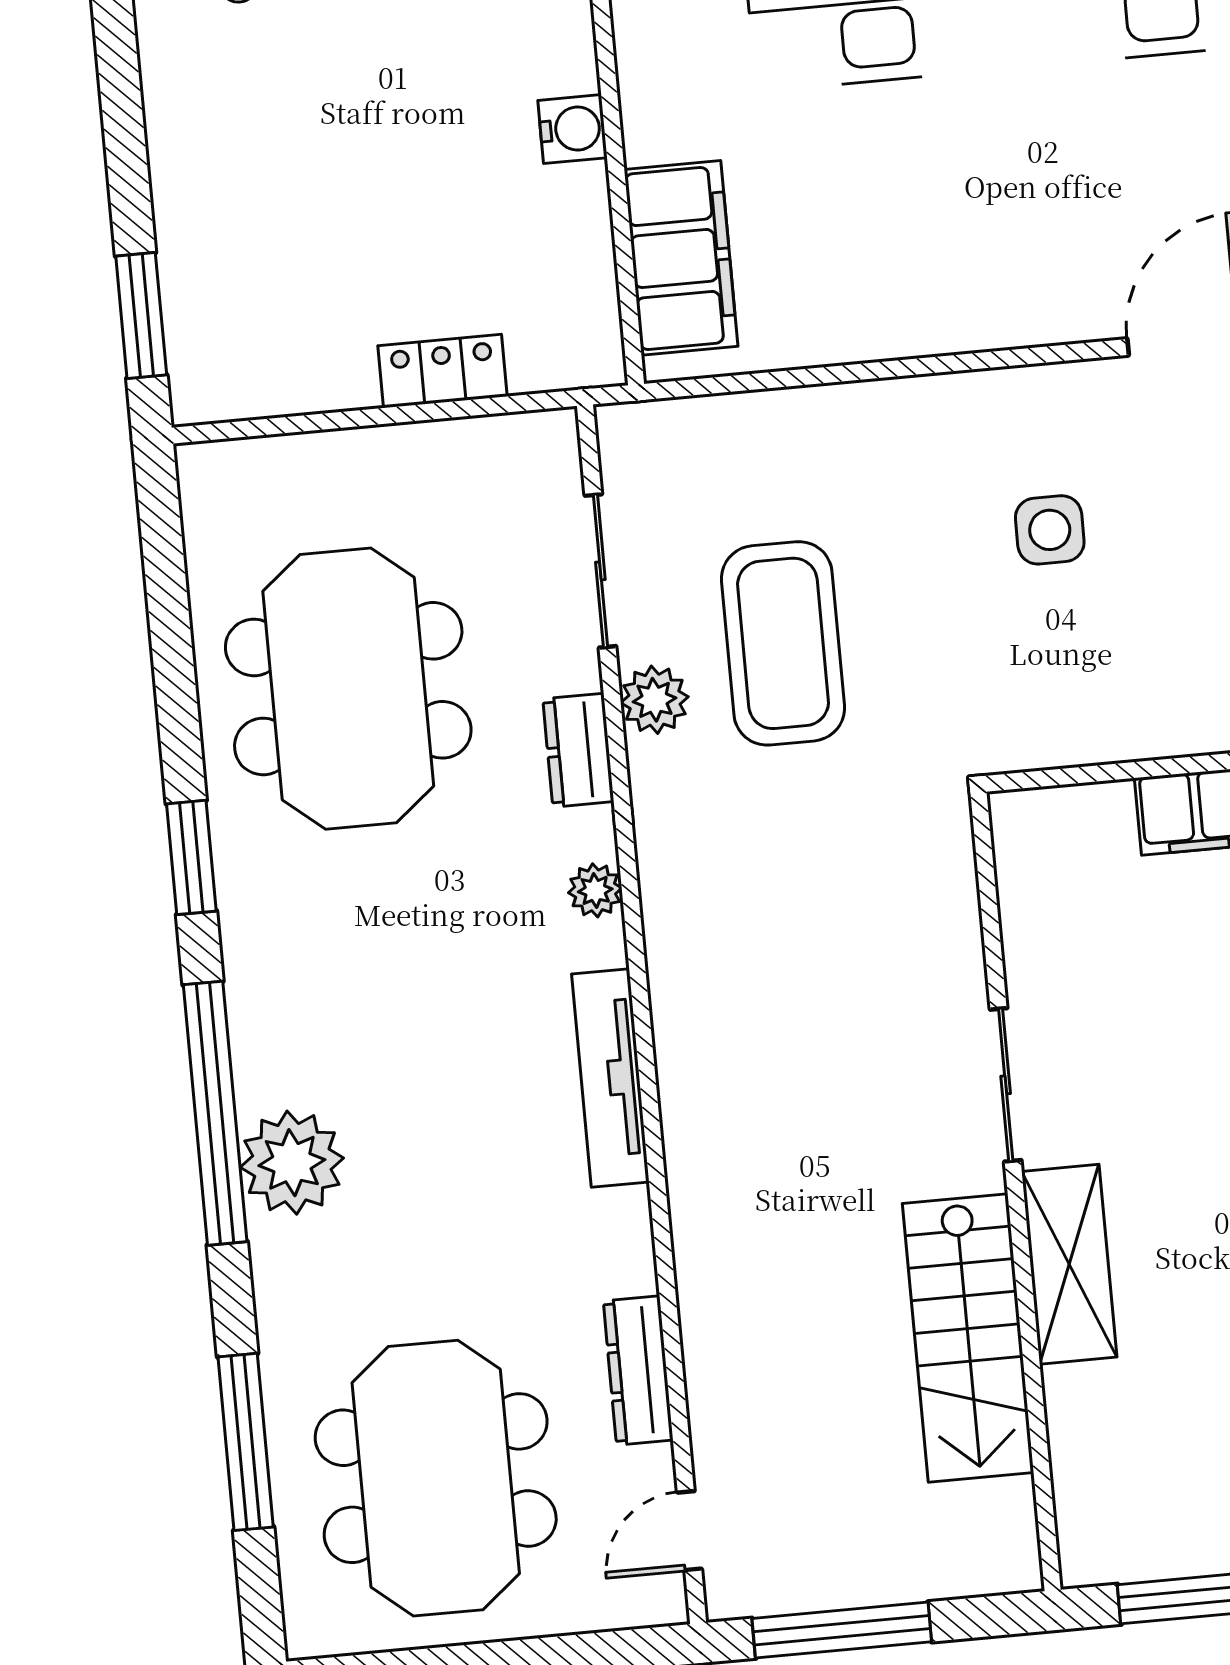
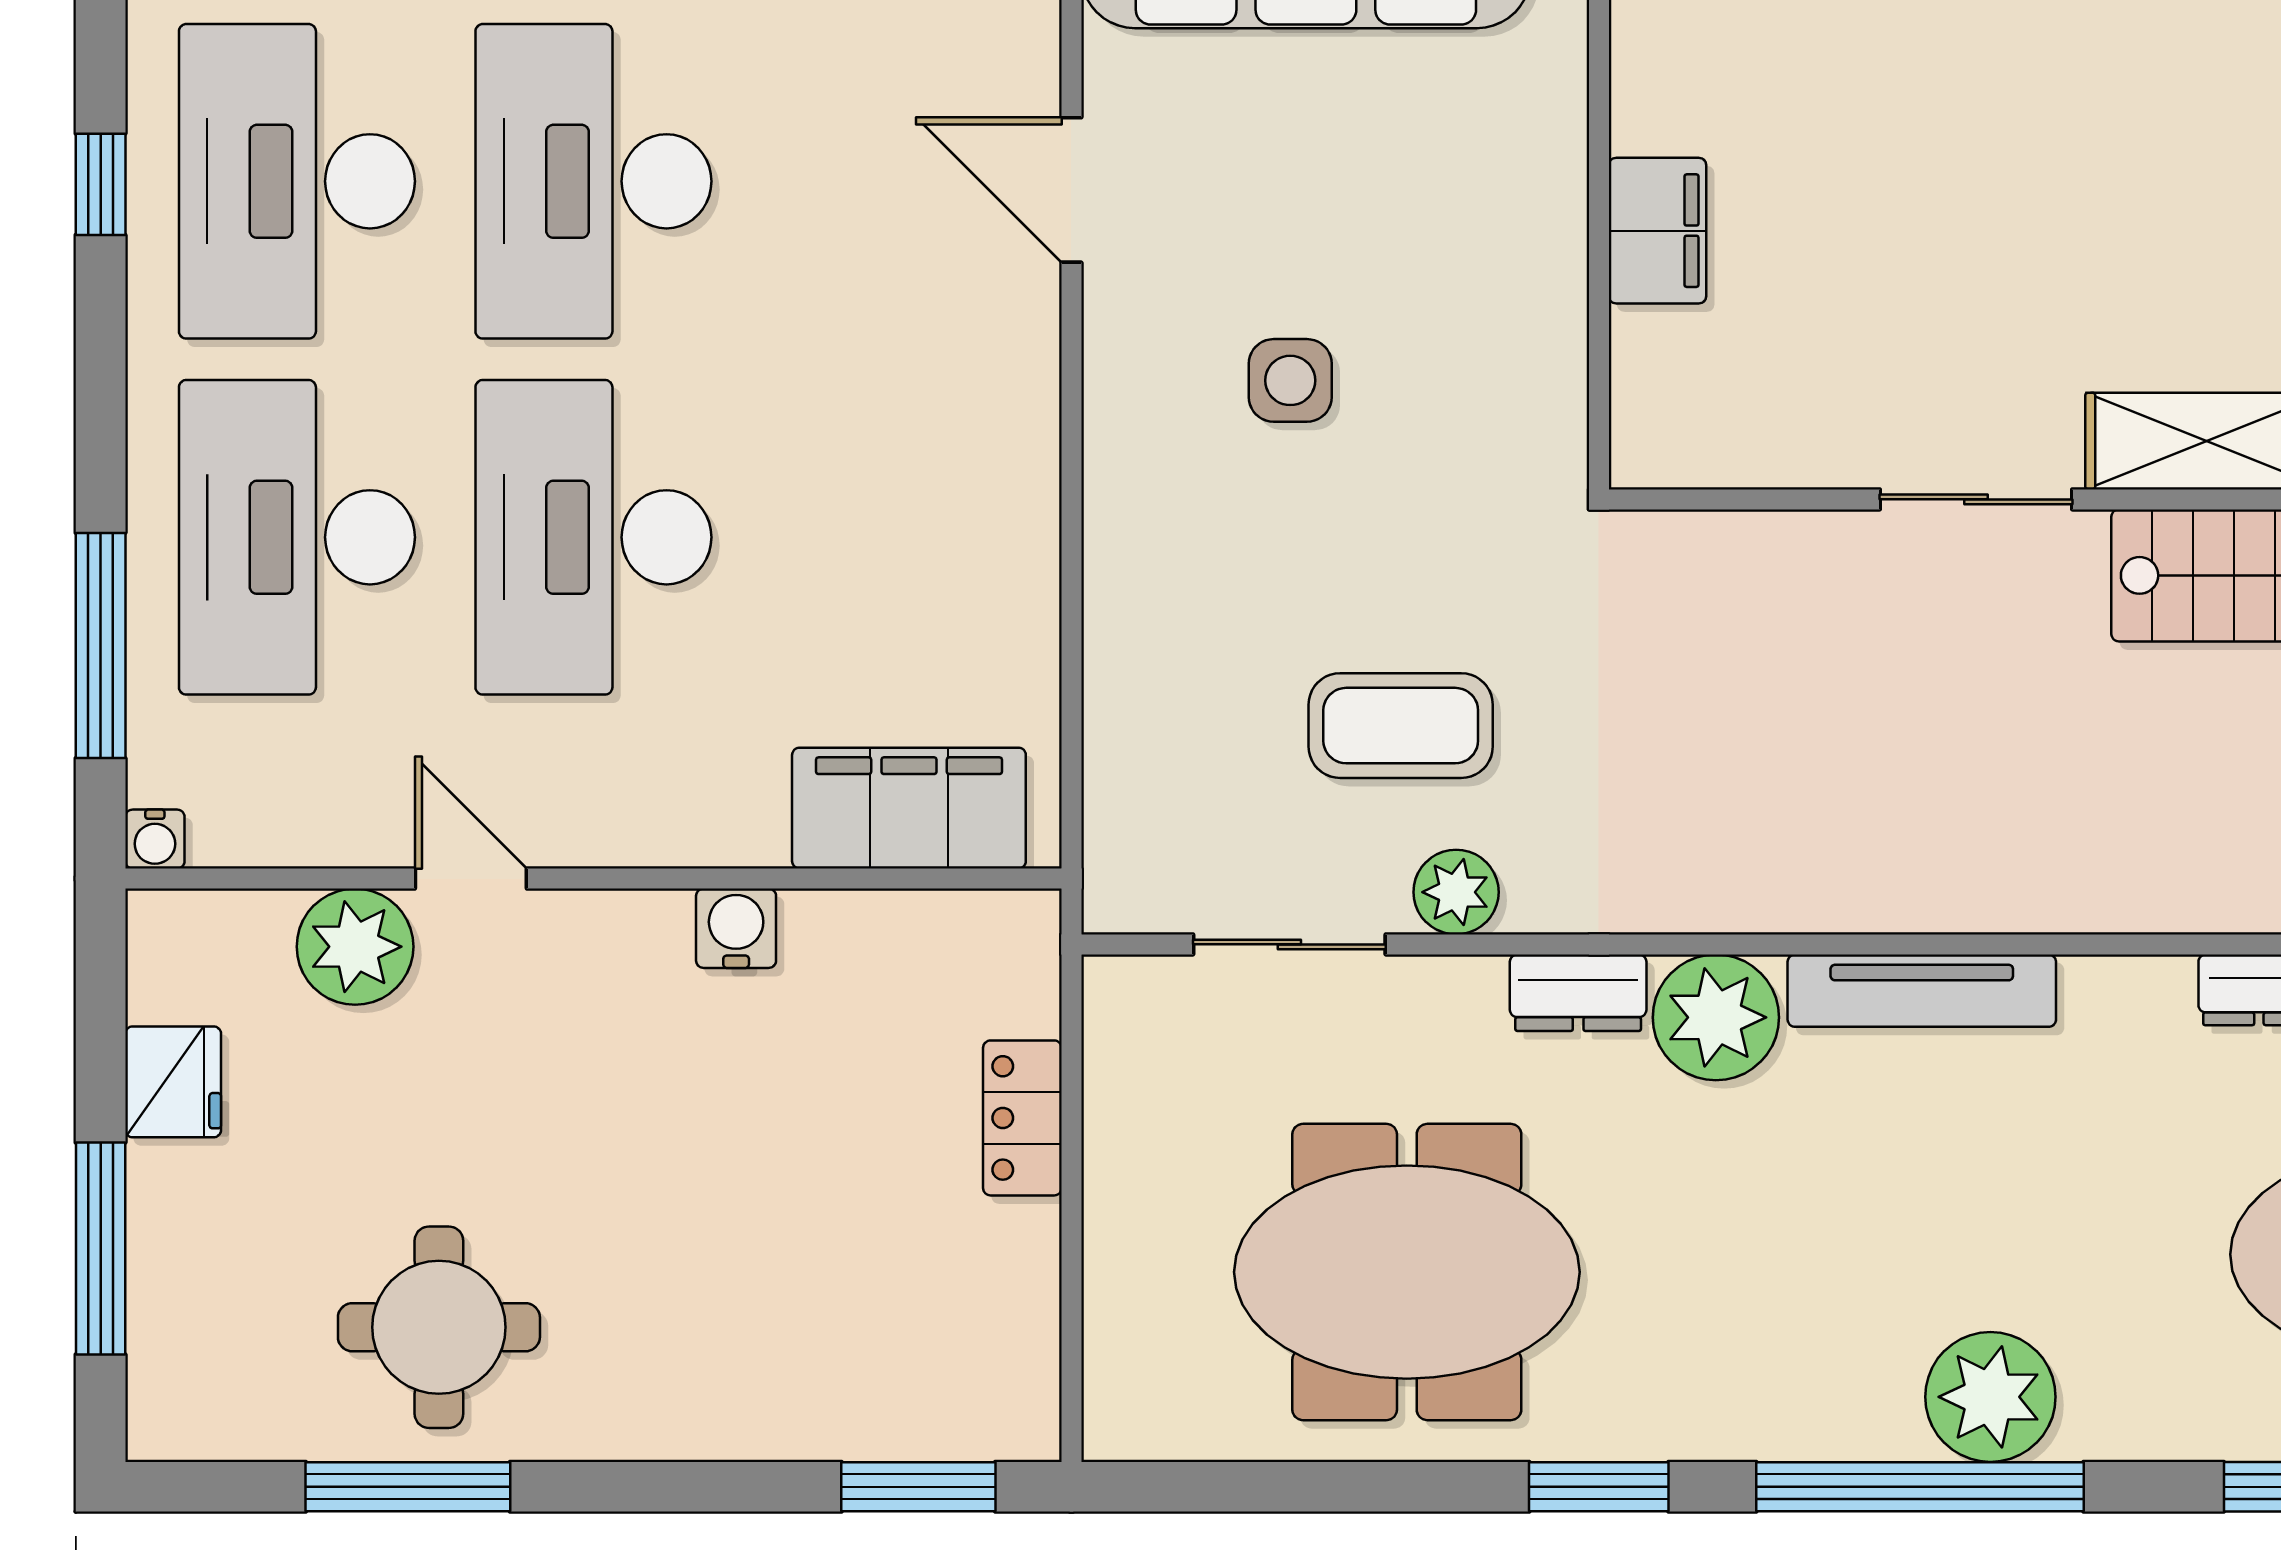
coffee table: (783, 643) -> (1401, 726), width x0.73, depth x0.76
dresser: (578, 750) -> (1578, 993), moved
plant: (595, 890) -> (1716, 1017), width x1.88, depth x1.88

